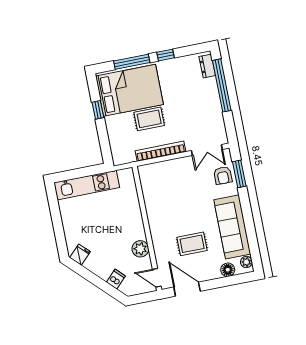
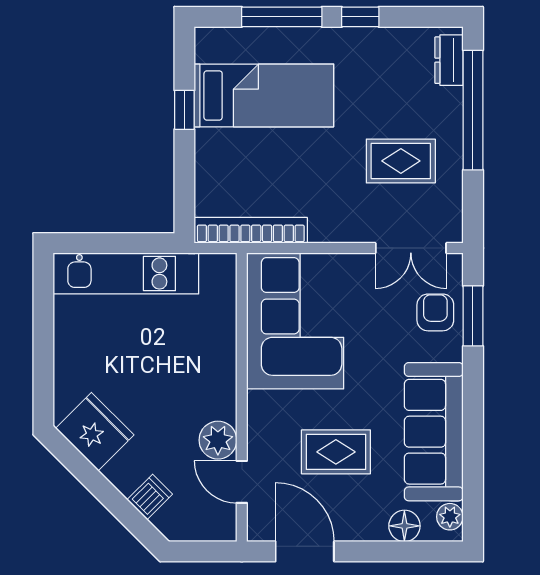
bed: (129, 90) -> (264, 95), width x0.67
rug: (149, 119) -> (401, 161), moved
bookcase: (160, 151) -> (251, 230), moved
armchair: (223, 176) -> (435, 312), turned 180
corner sofa: (163, 191) -> (295, 321), added
fridge: (80, 255) -> (95, 432), width x1.88, depth x1.34
door: (157, 278) -> (242, 482), moved

